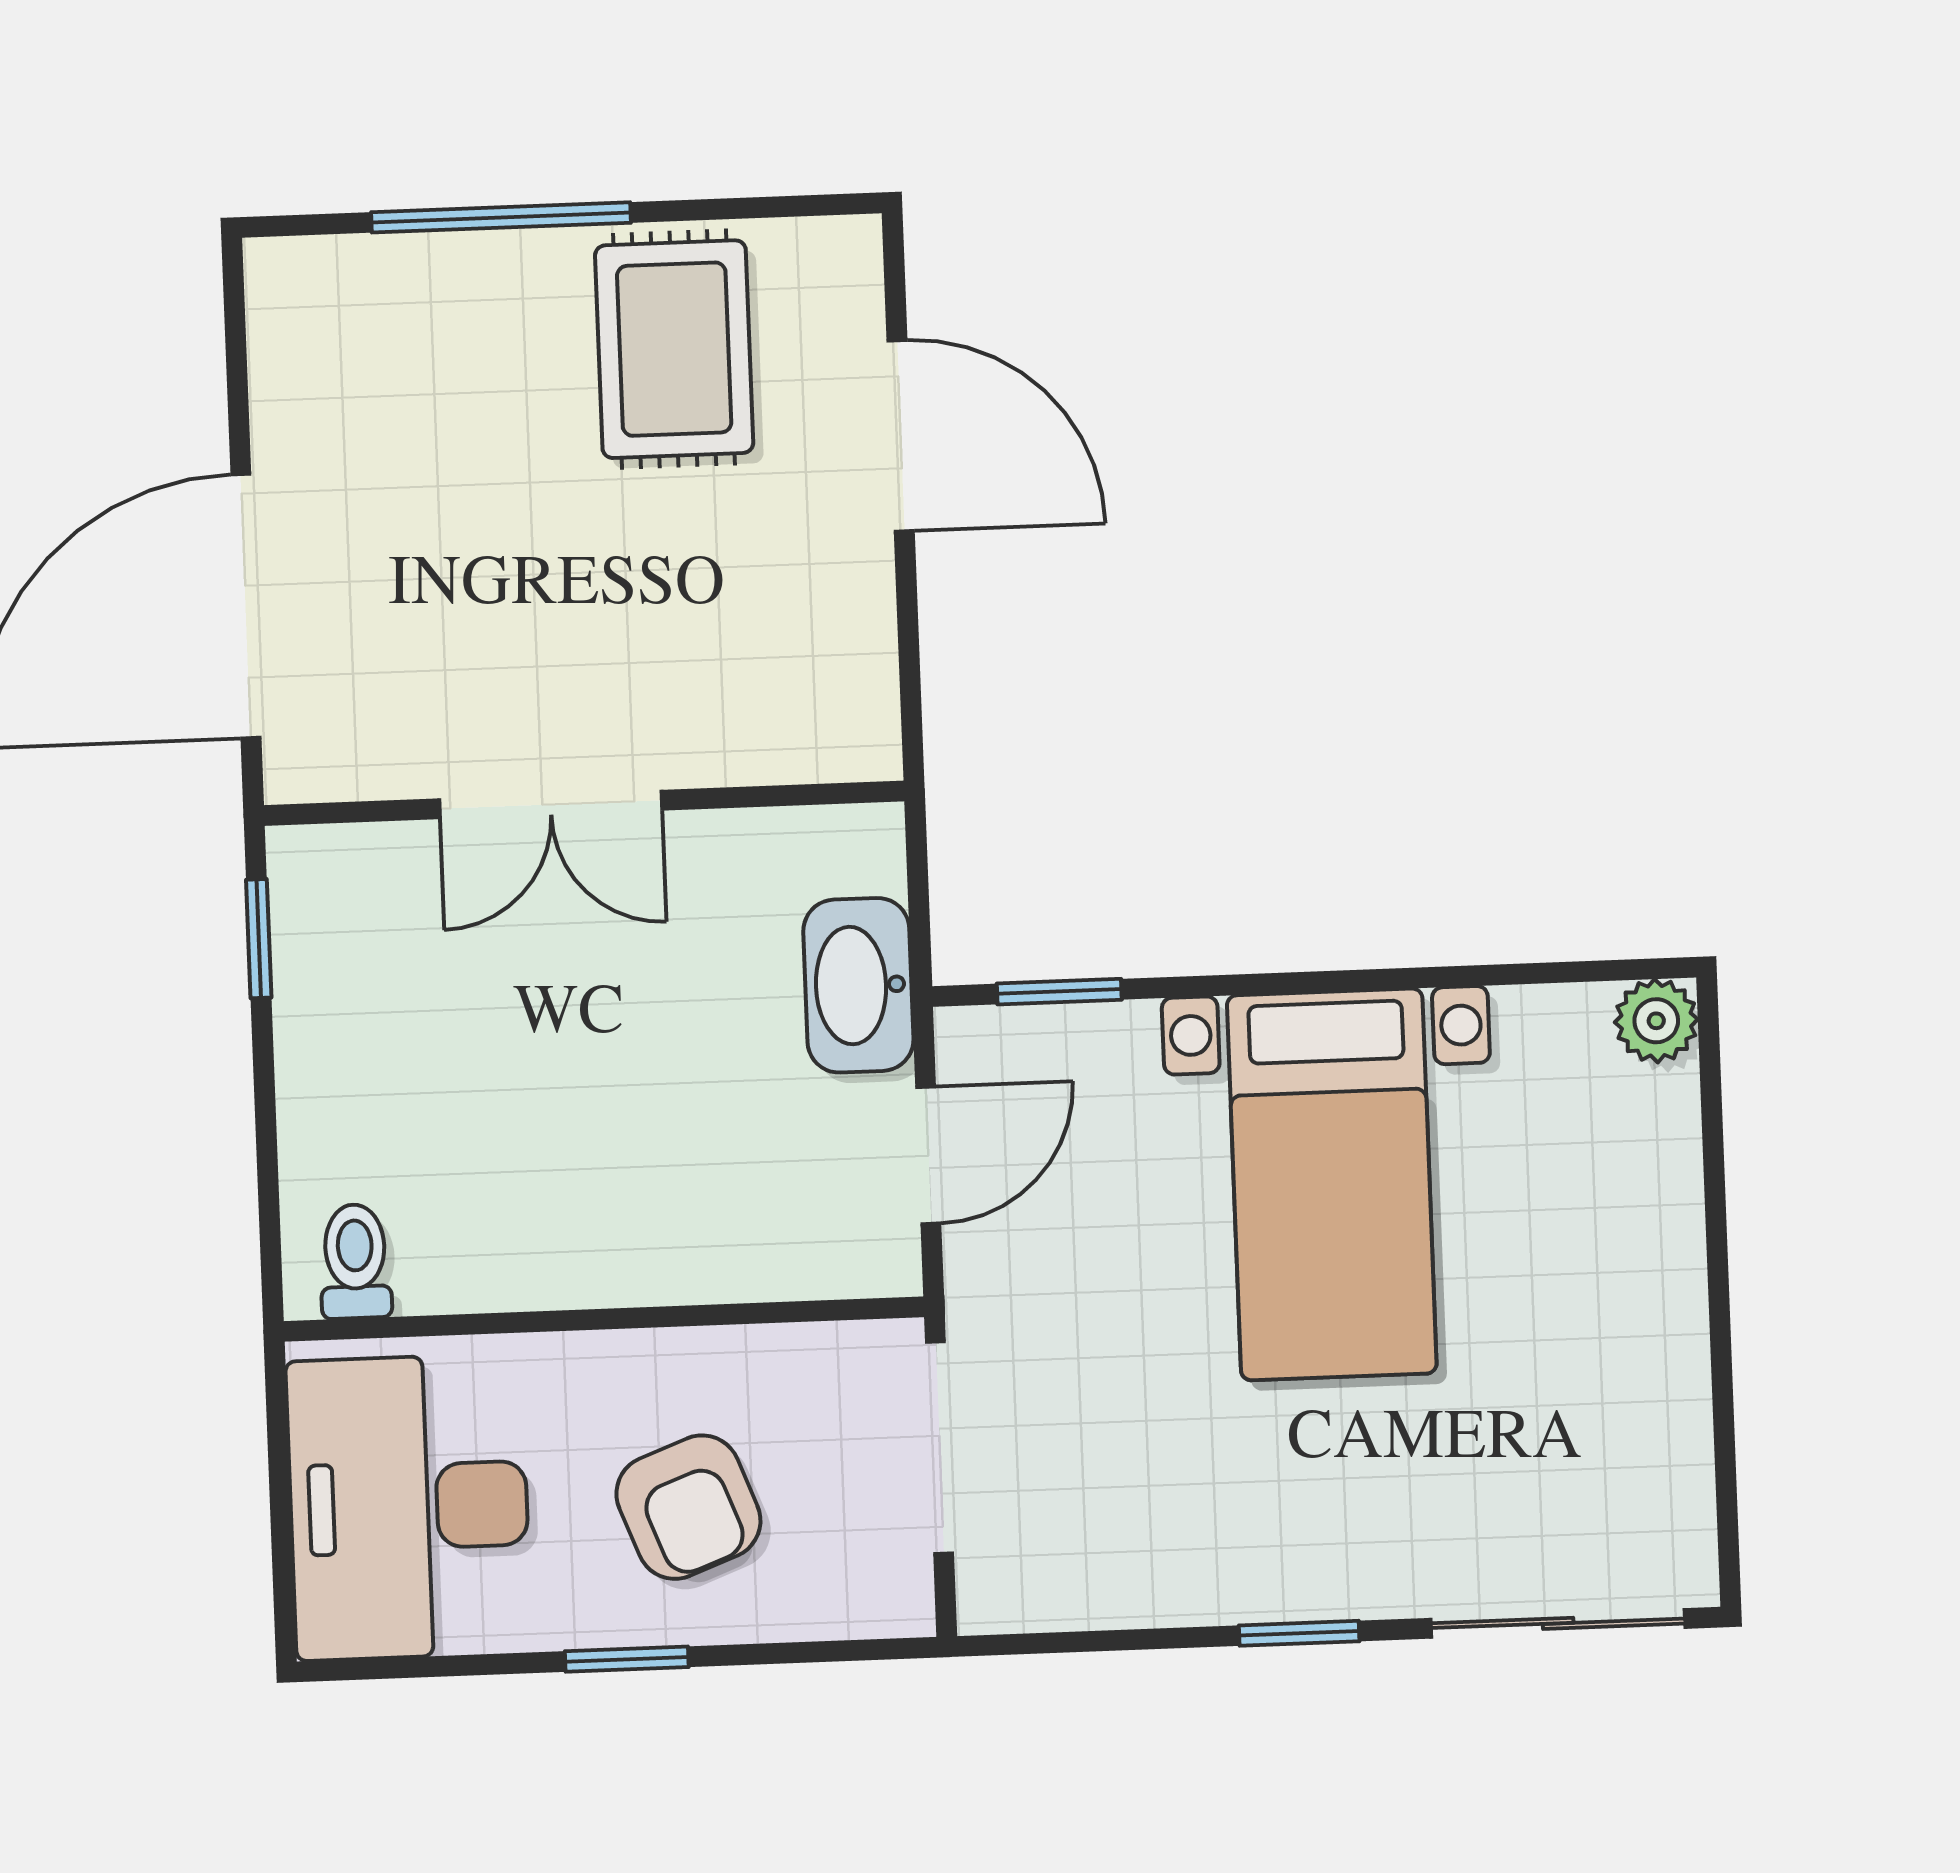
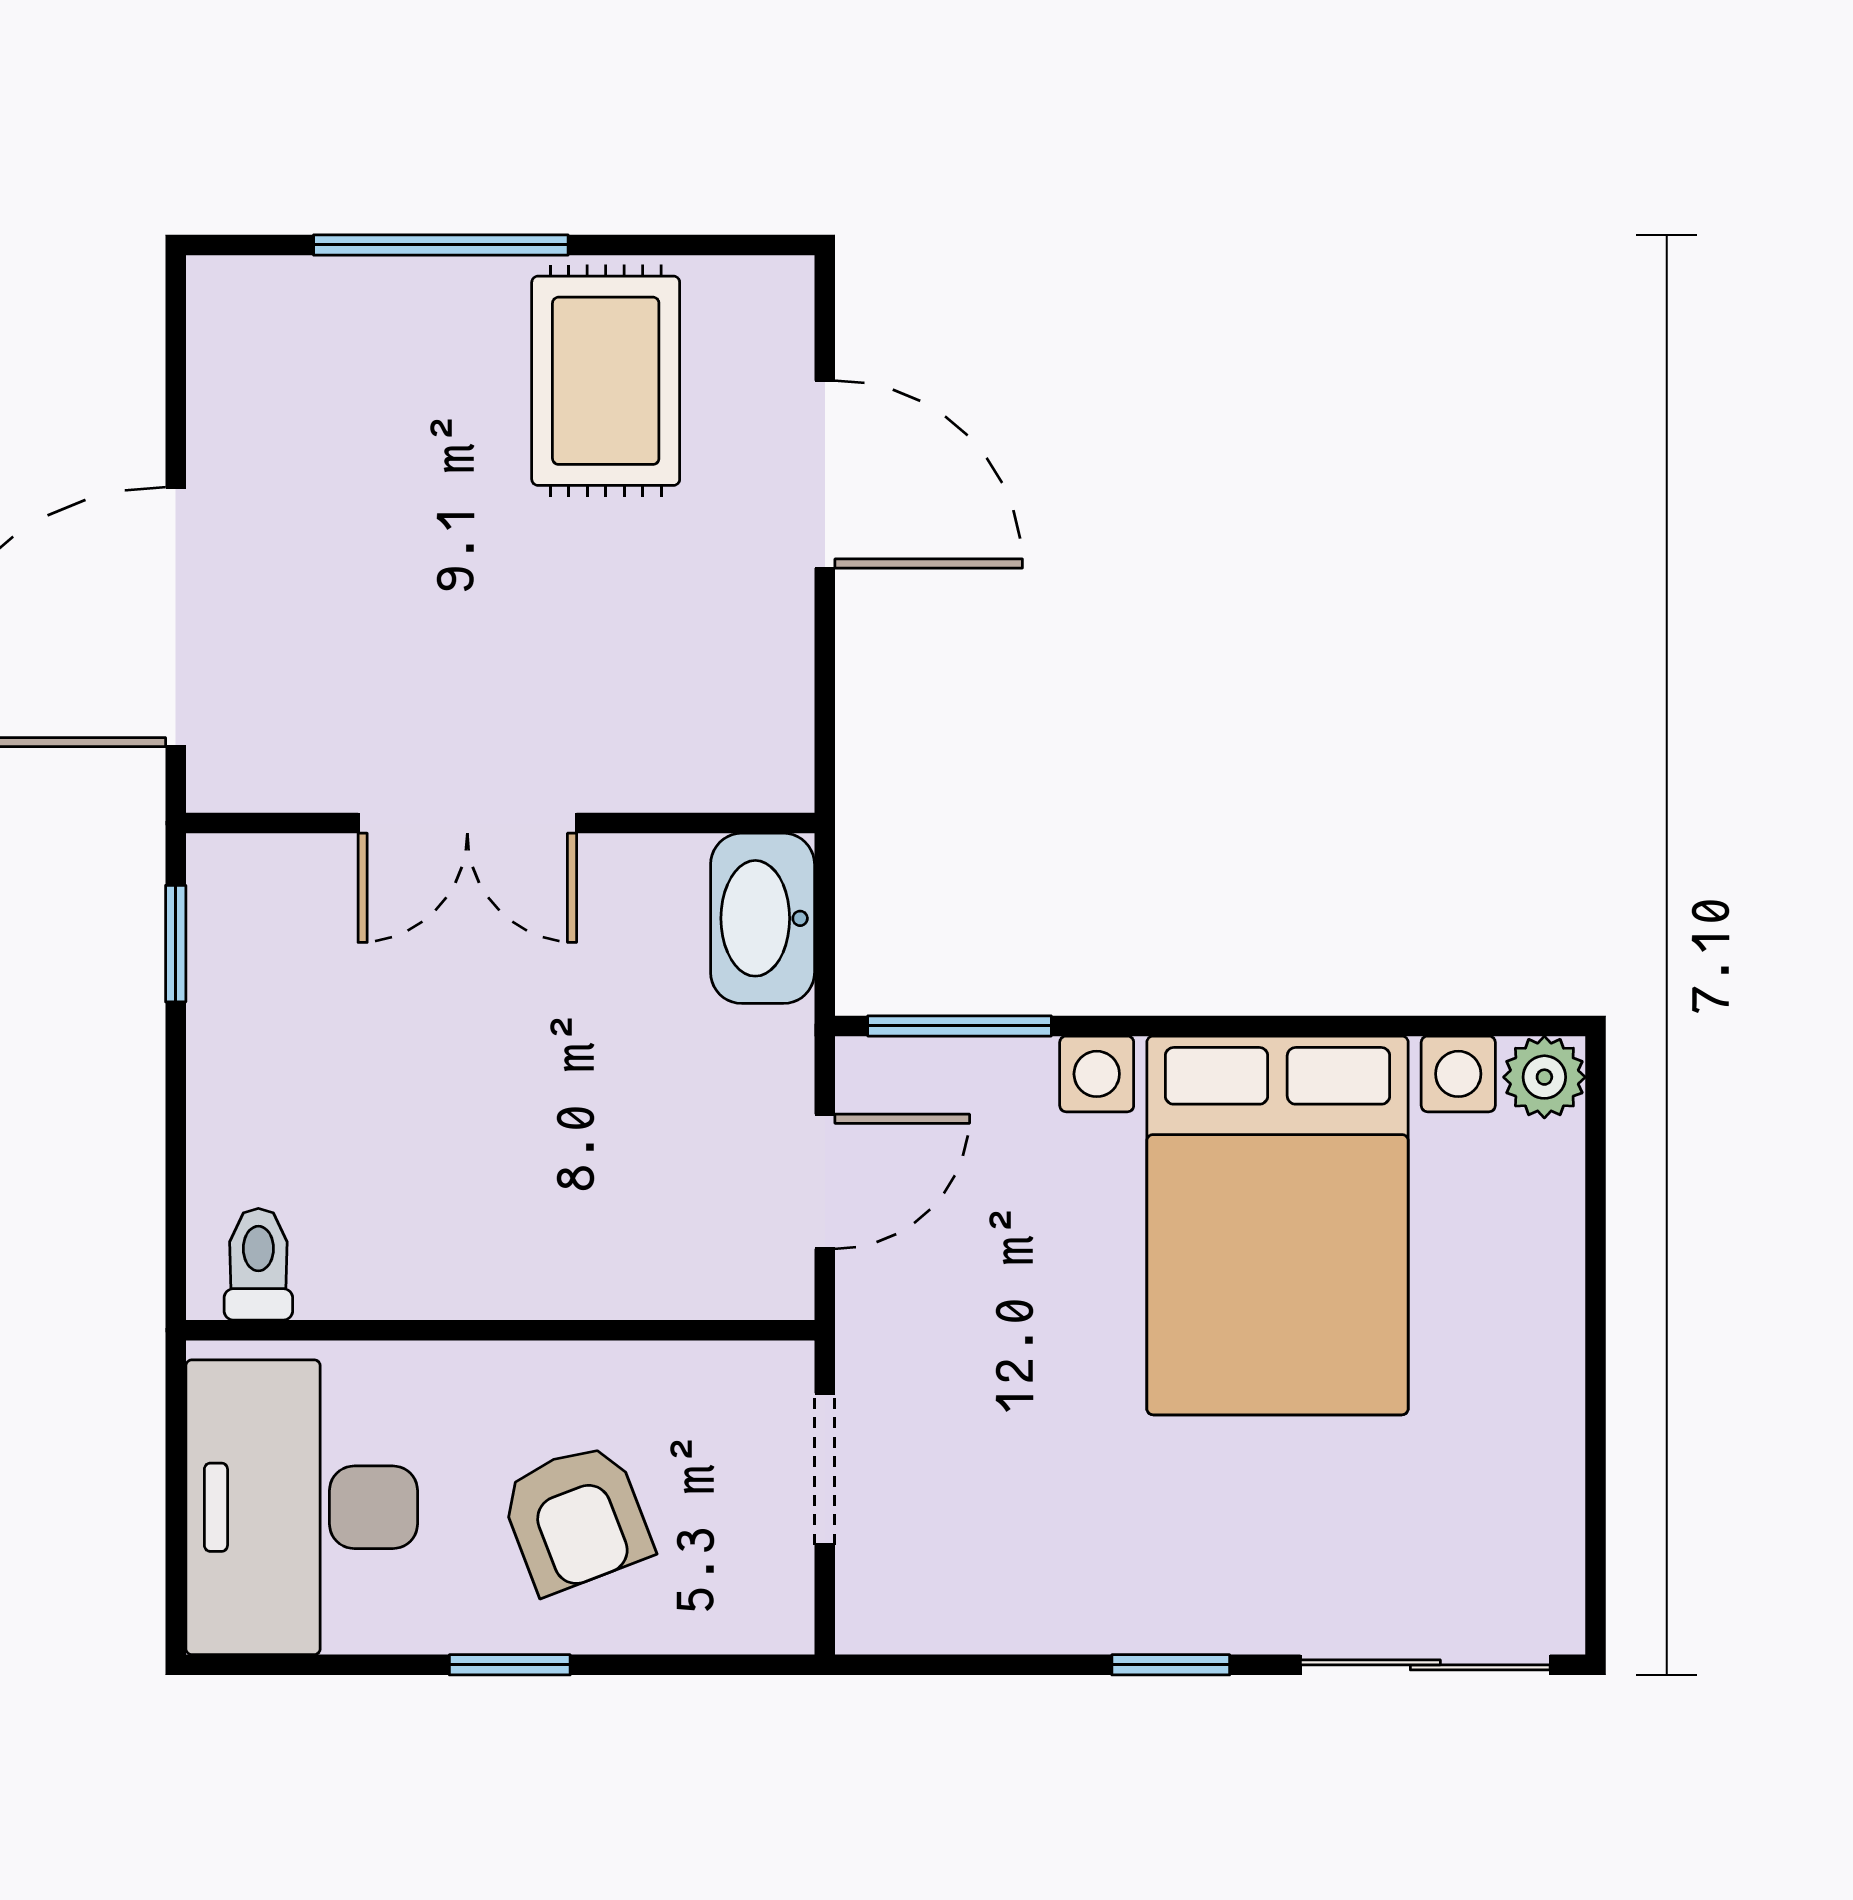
washbasin: (858, 985) -> (763, 918), moved
window: (1059, 992) -> (959, 1026), width x1.50
bed with nightstands: (1332, 1184) -> (1277, 1225), width x1.36
doorway: (940, 1448) -> (825, 1469), width x0.73

